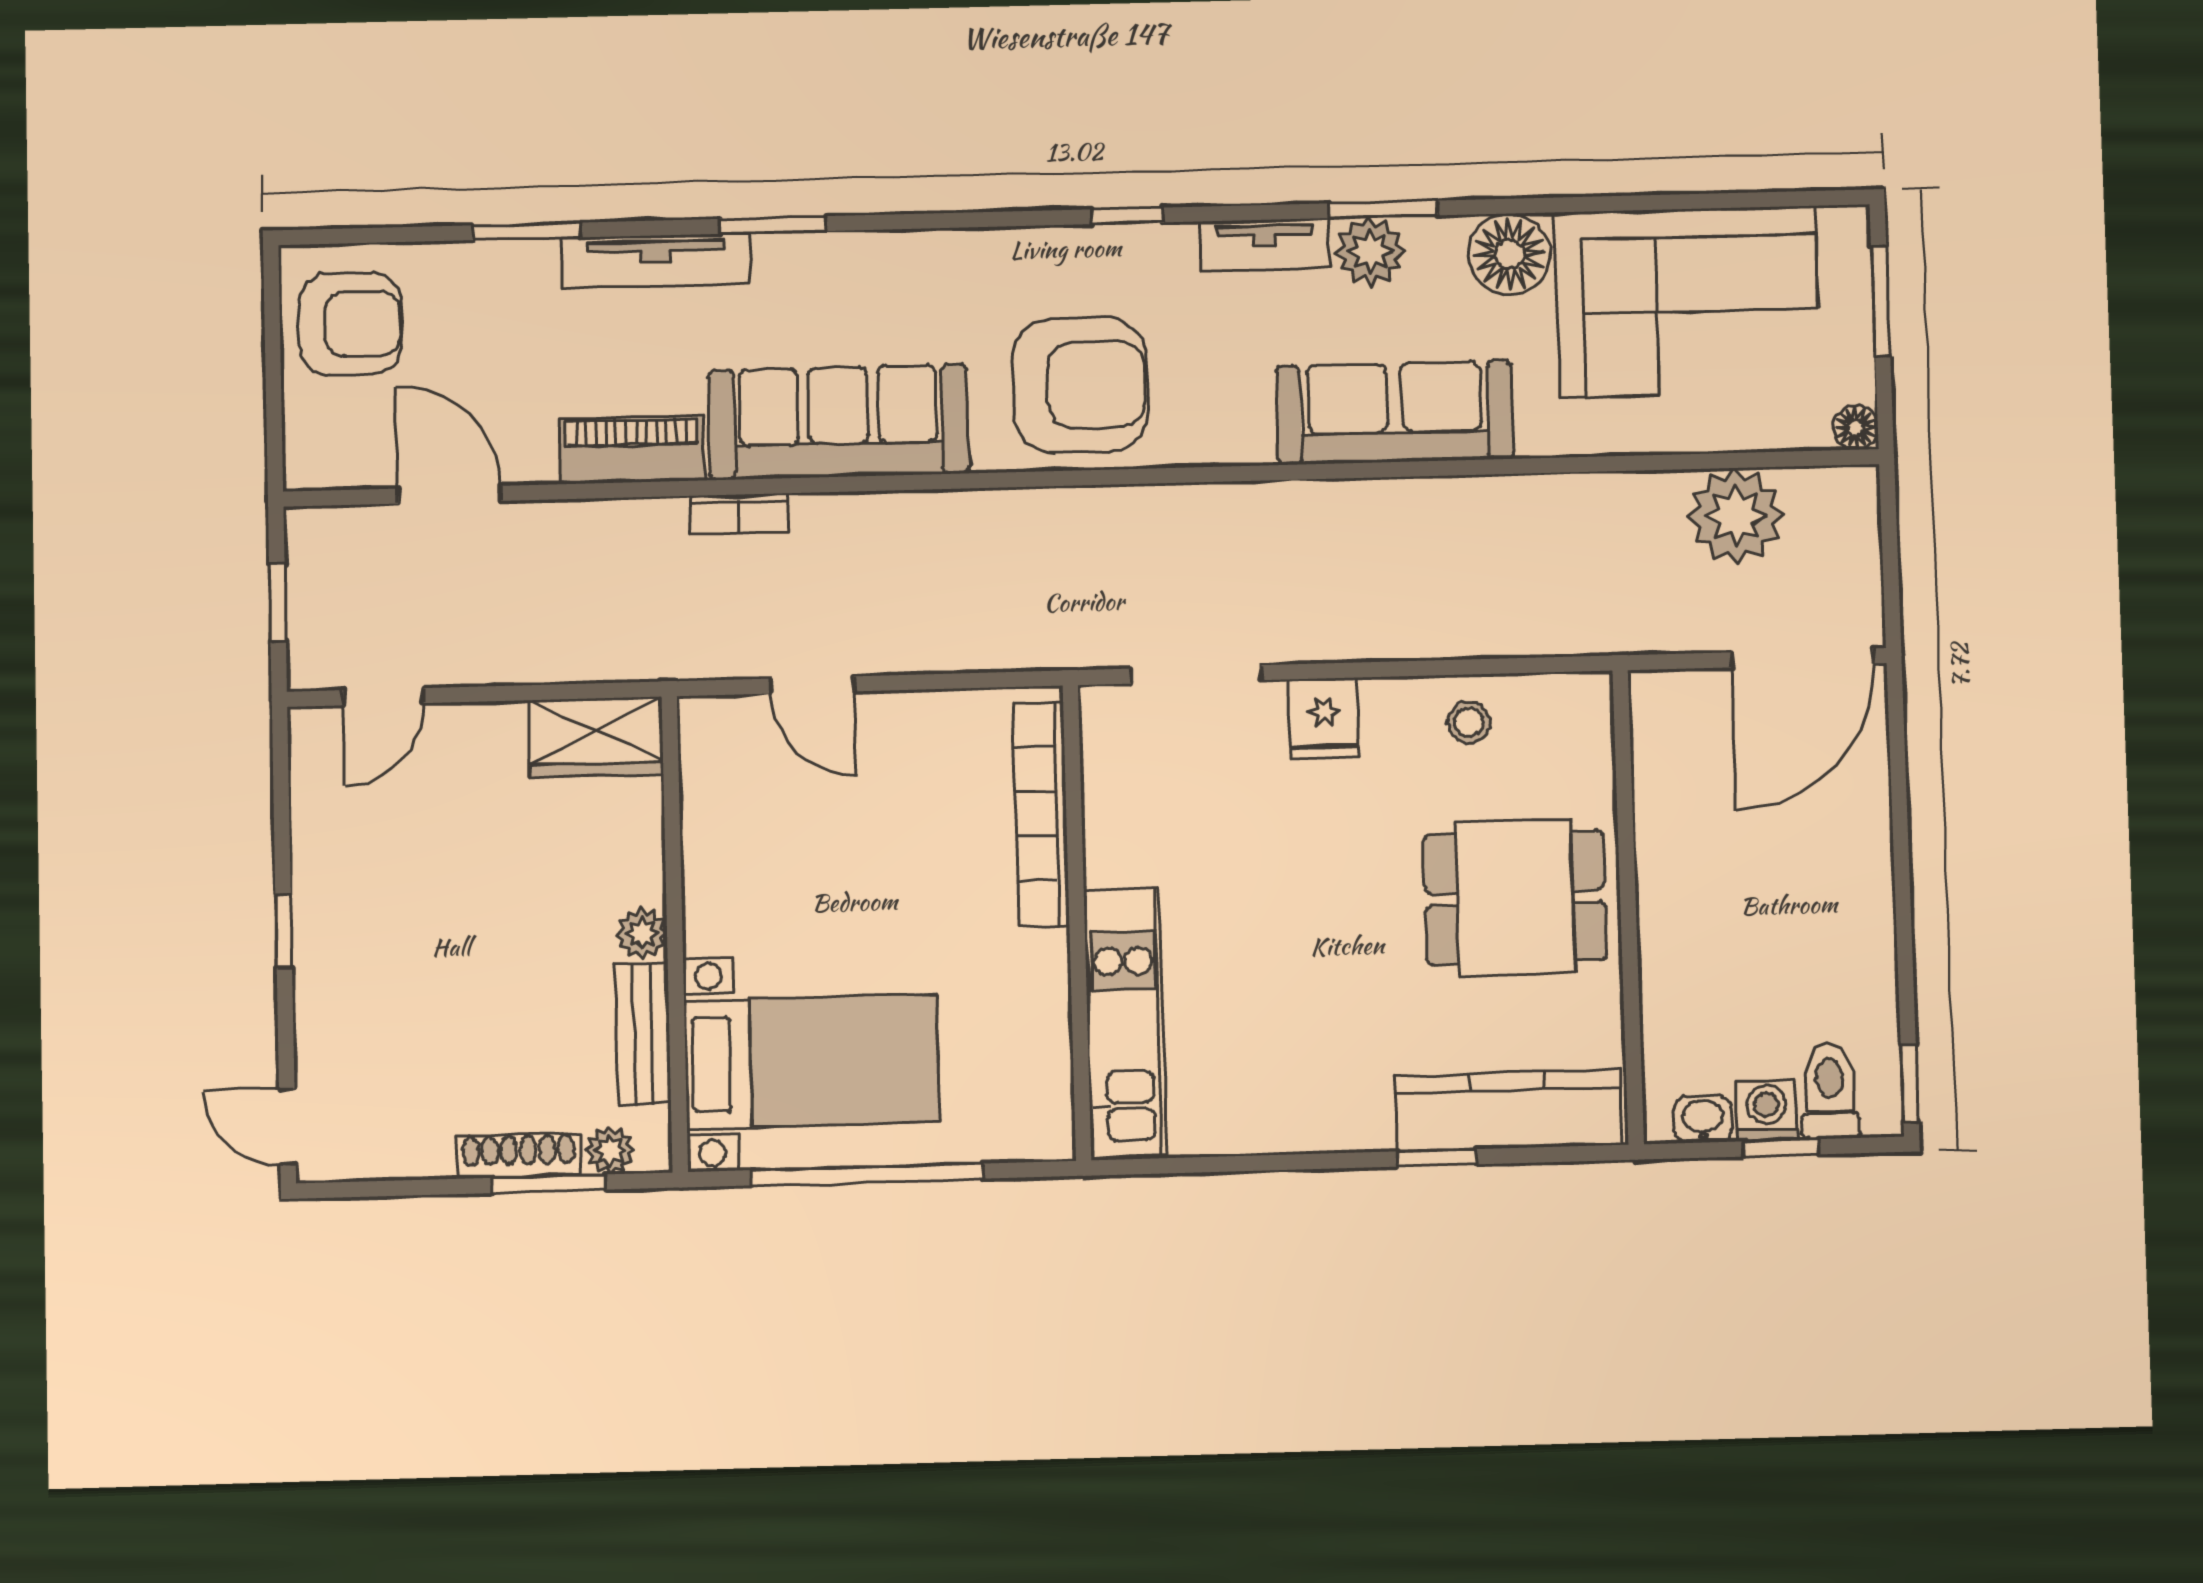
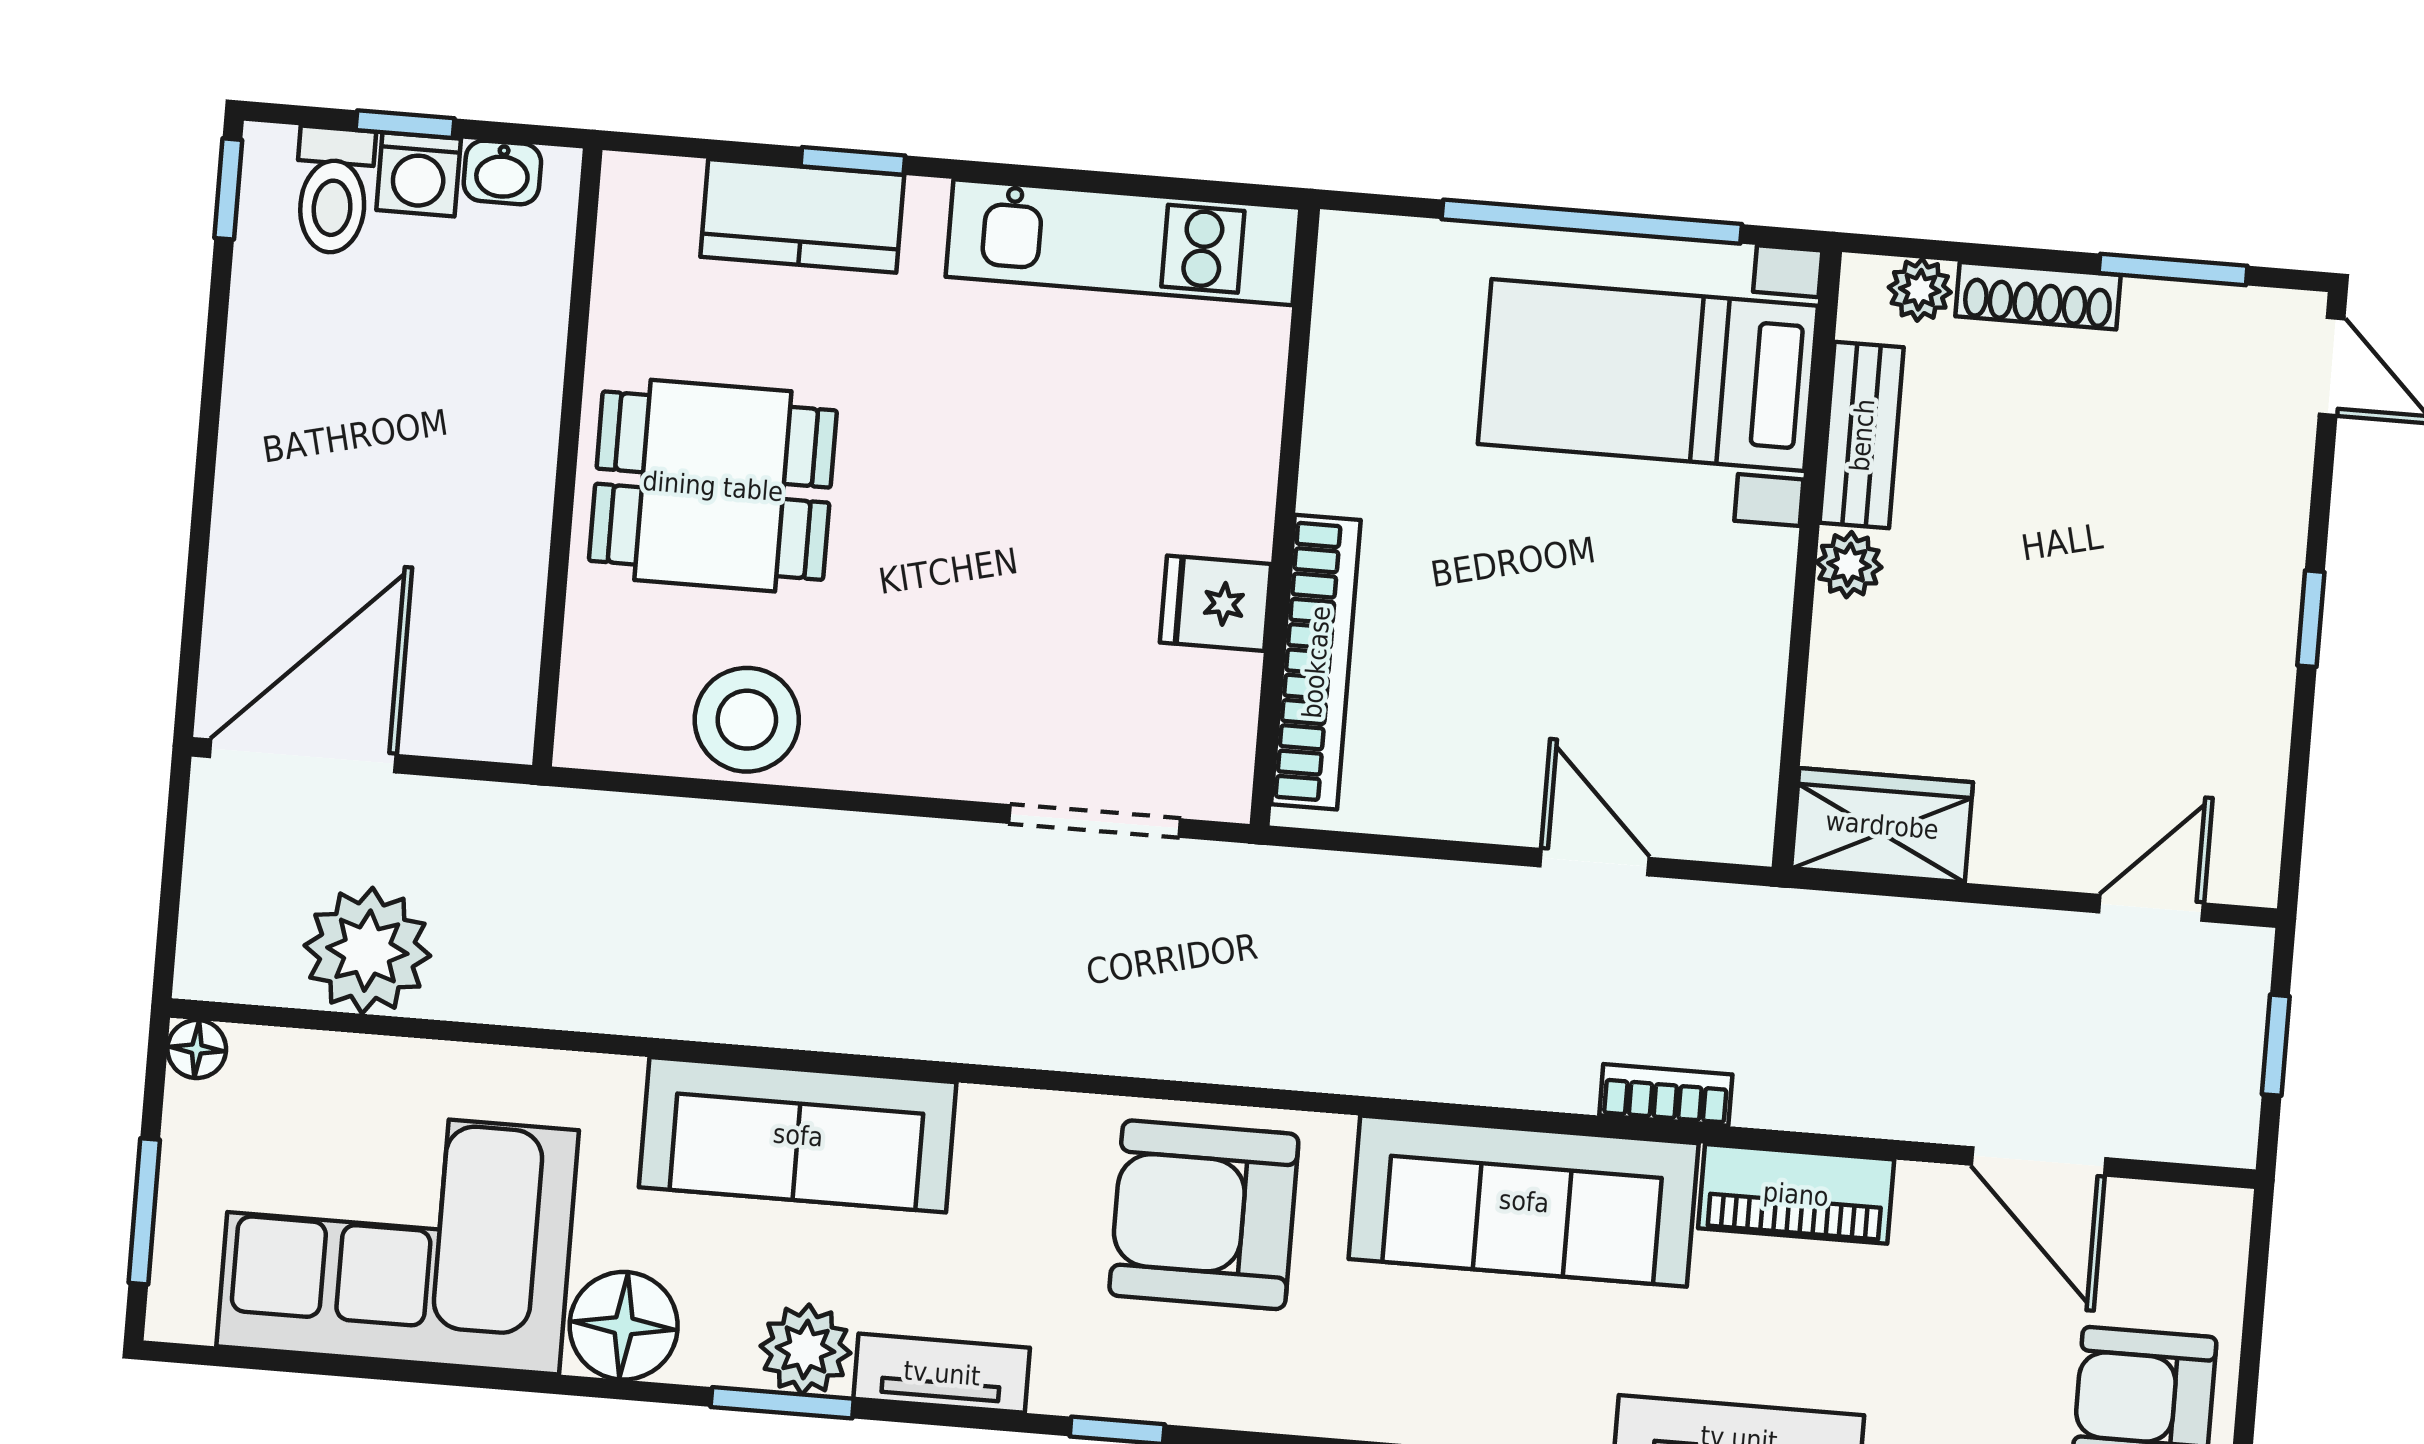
fridge: (1324, 718) -> (1216, 603), moved, turned -90
stool: (1469, 722) -> (747, 720), width x1.89, depth x1.89
kitchen unit: (1125, 1023) -> (1123, 242), moved, turned -90
kitchen counter: (1508, 1110) -> (802, 216), width x0.67
window: (549, 1184) -> (2173, 269), moved

